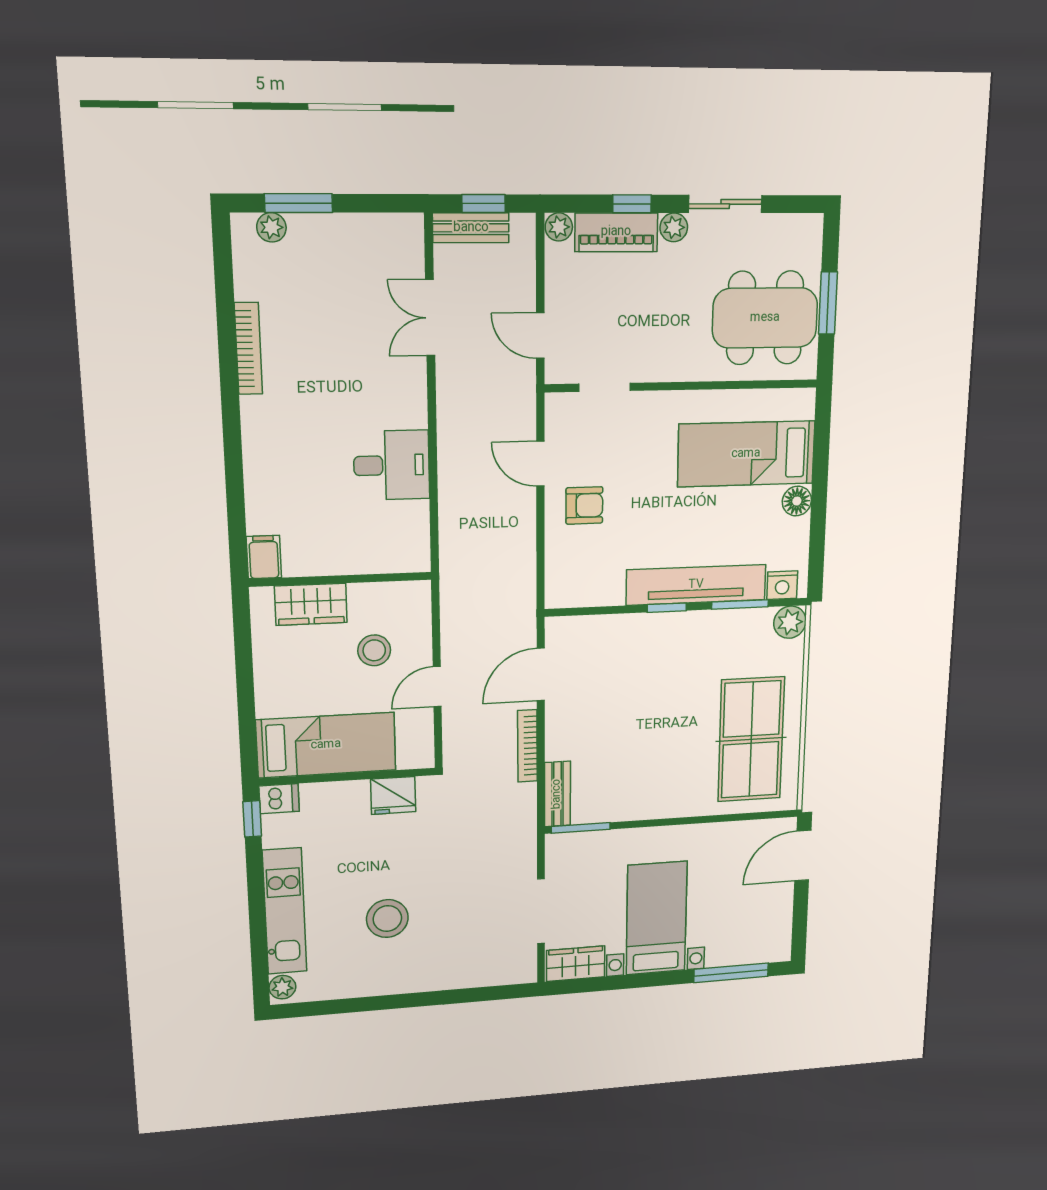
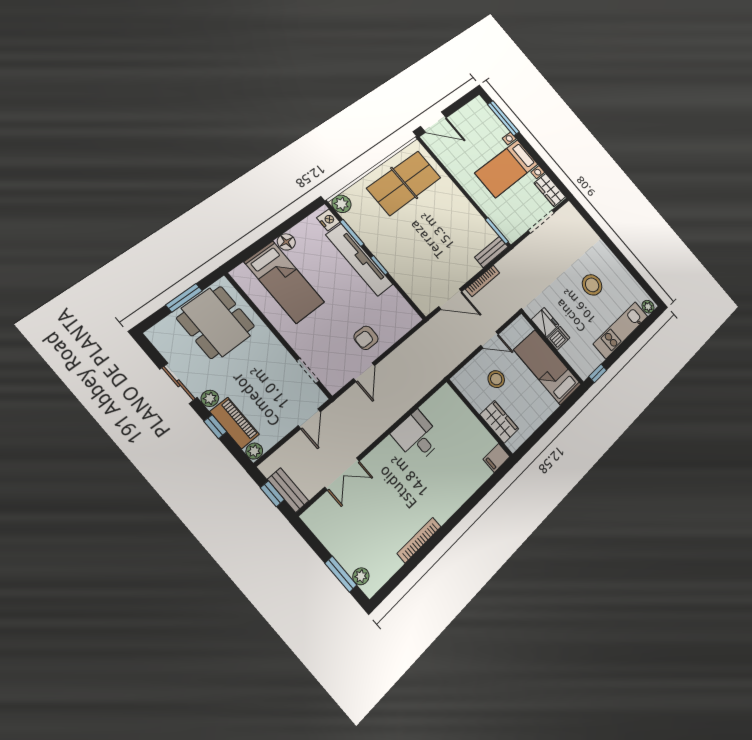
armchair: (584, 505) -> (366, 338), turned -89
dishwasher: (279, 799) -> (559, 338), moved, turned 90

